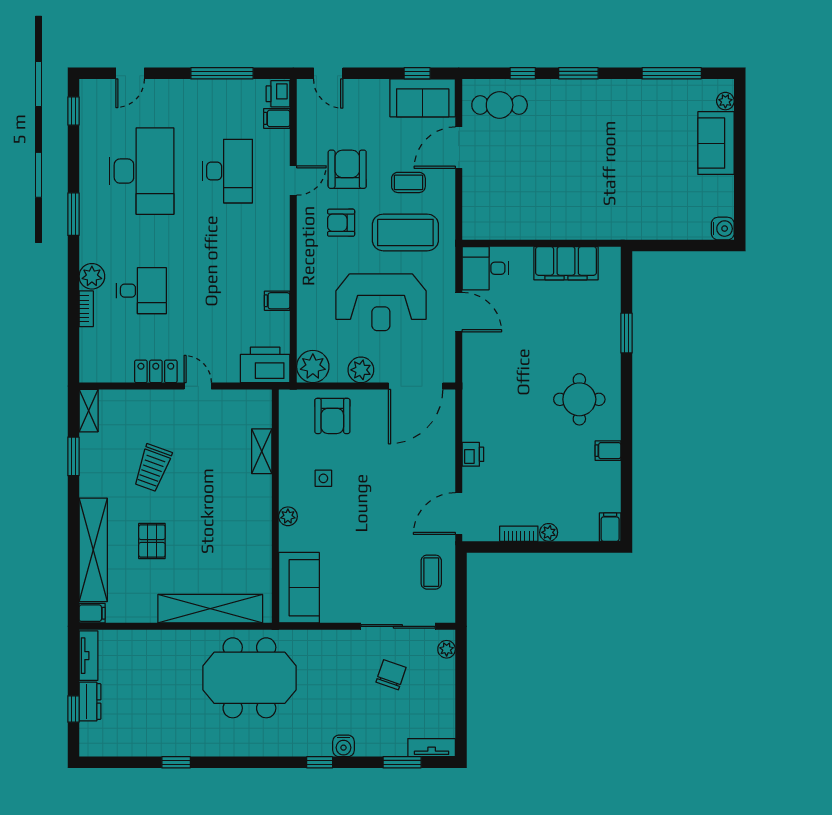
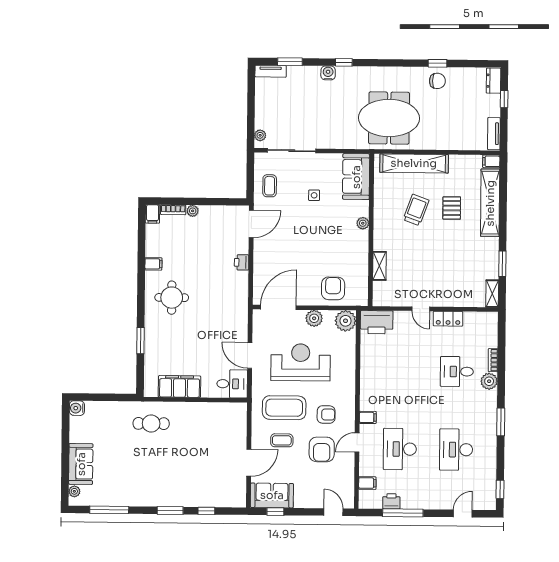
printer: (278, 94) -> (391, 501), moved, turned -90
cafe table: (500, 105) -> (151, 424), moved
desk: (141, 171) -> (456, 450), width x0.73, depth x0.77
filing cabinet: (277, 301) -> (368, 417), moved
trolley: (153, 468) -> (416, 210), moved
side table: (323, 478) -> (314, 195), moved
bookcase: (519, 534) -> (173, 210), moved
chair: (391, 675) -> (437, 81), moved, turned -109
dresser: (90, 701) -> (494, 81), moved

